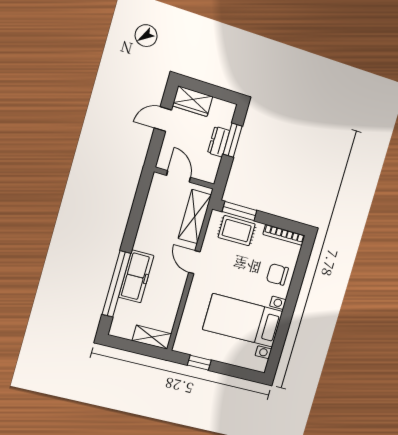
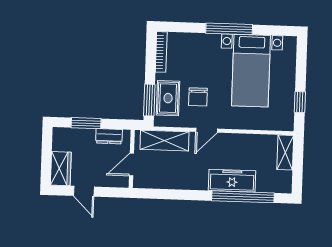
dresser: (219, 142) -> (109, 136), moved
chair: (277, 274) -> (198, 97), moved
window: (289, 308) -> (229, 29), added

